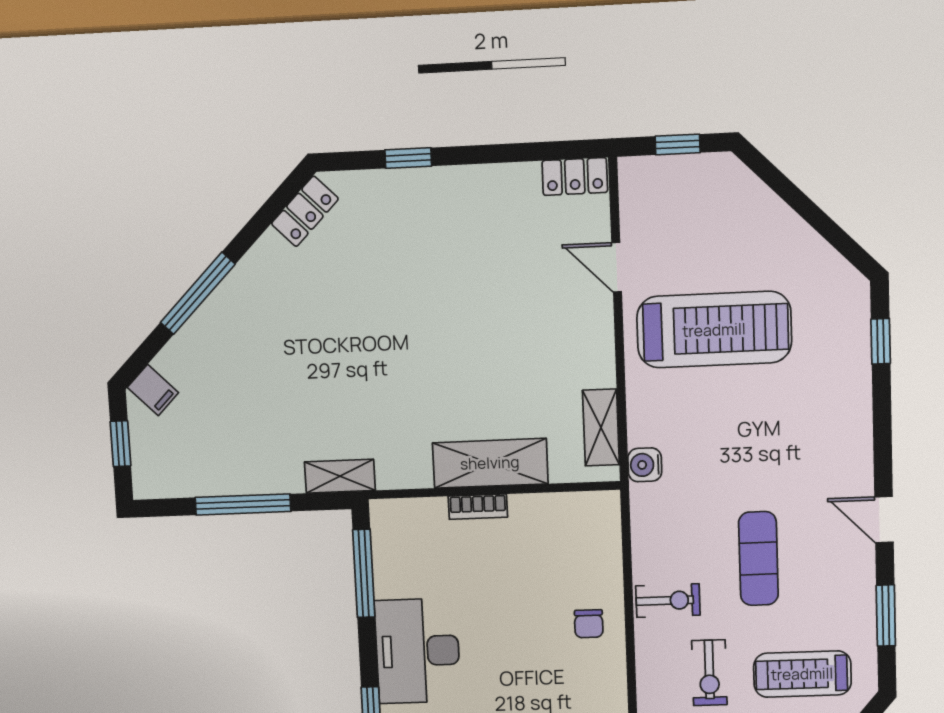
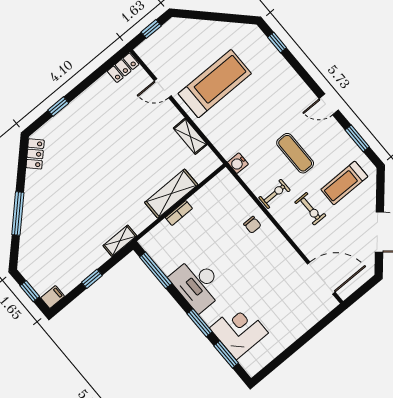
filing cabinet: (153, 390) -> (53, 297), moved, turned -45
shelving: (601, 428) -> (190, 136), moved
water cooler: (645, 465) -> (238, 163), moved
window: (243, 504) -> (92, 279), width x0.46

